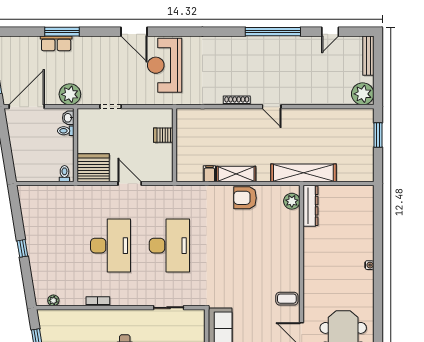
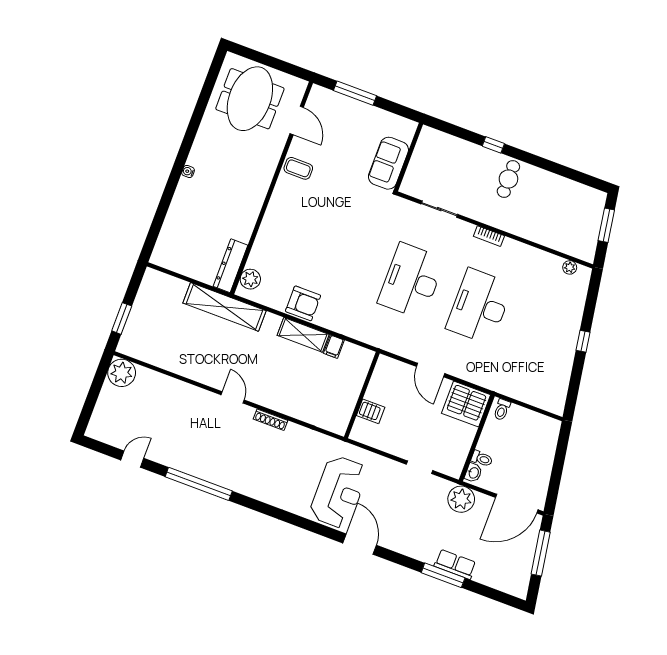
bench: (368, 56) -> (98, 415), removed
bookcase: (98, 301) -> (489, 236), moved

